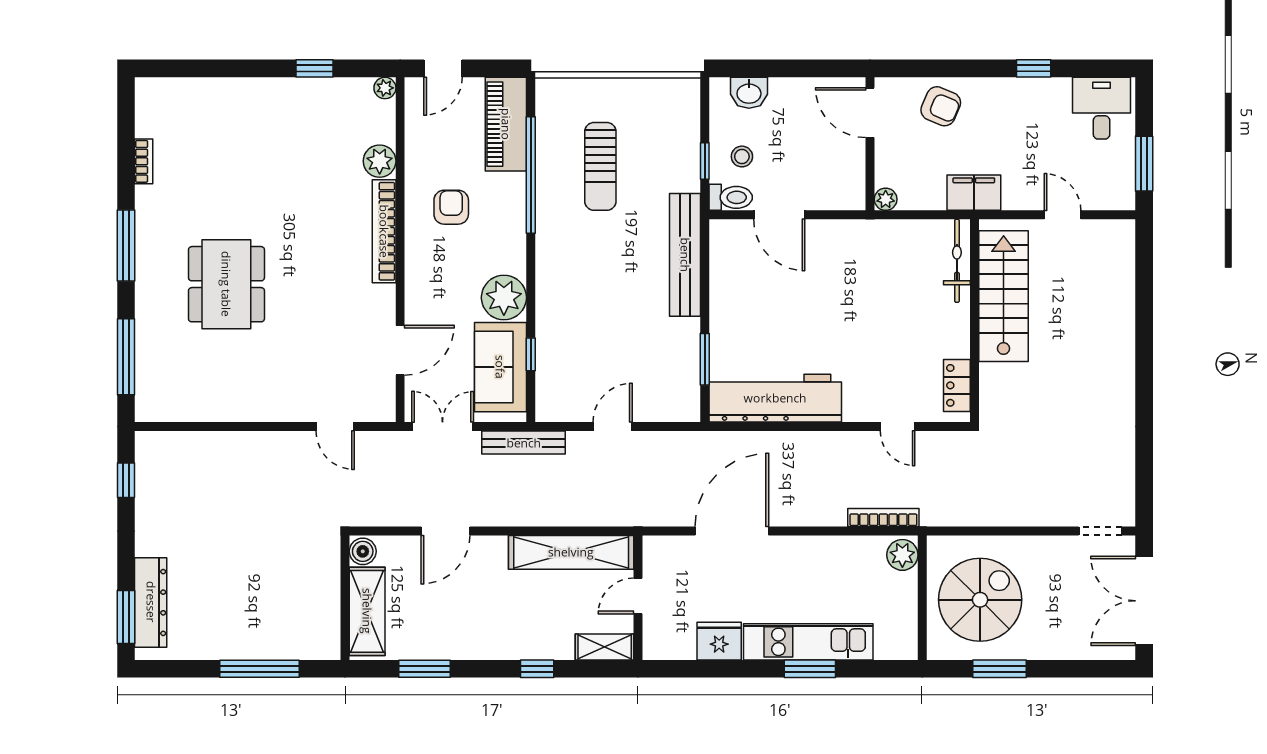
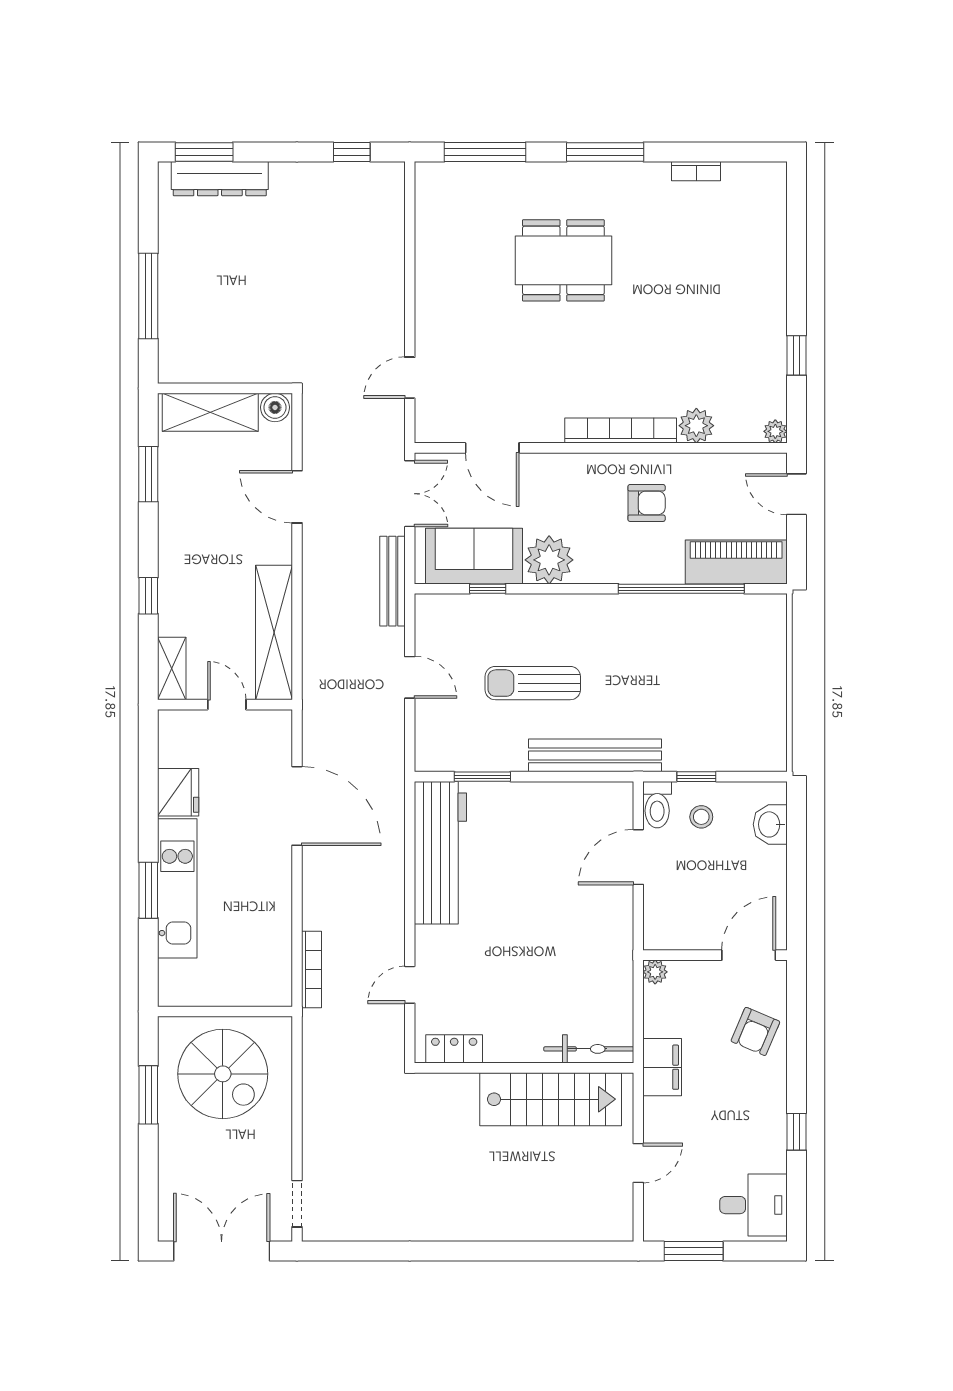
sun lounger: (600, 166) -> (533, 683), moved
plant: (902, 555) -> (271, 990), removed

